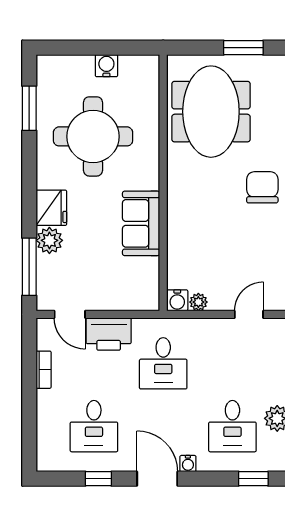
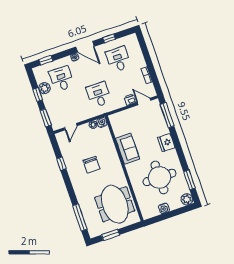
chair: (262, 187) -> (92, 165), moved
plant: (49, 240) -> (187, 199), moved
printer: (109, 334) -> (130, 100), width x0.53, depth x0.68

